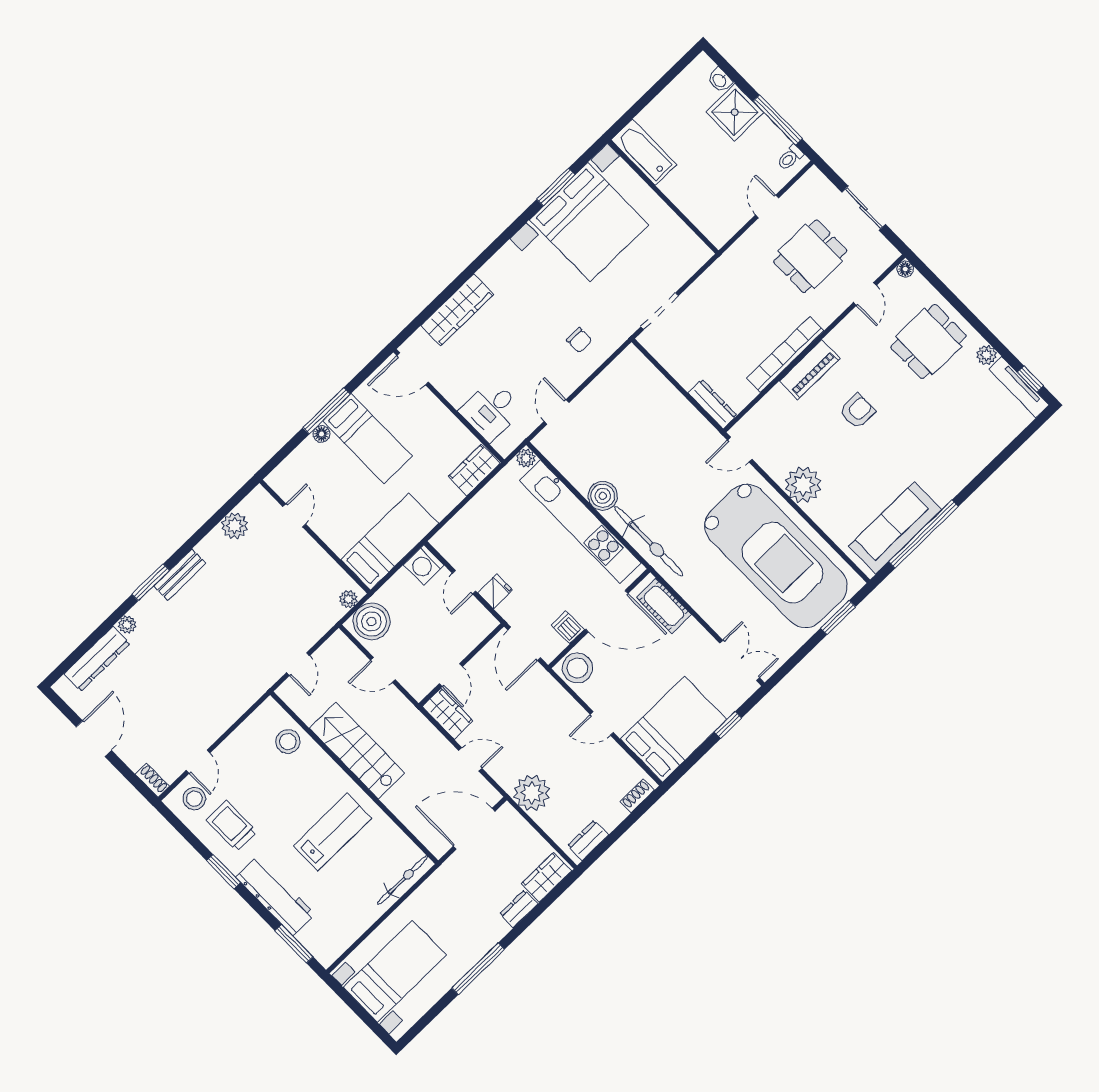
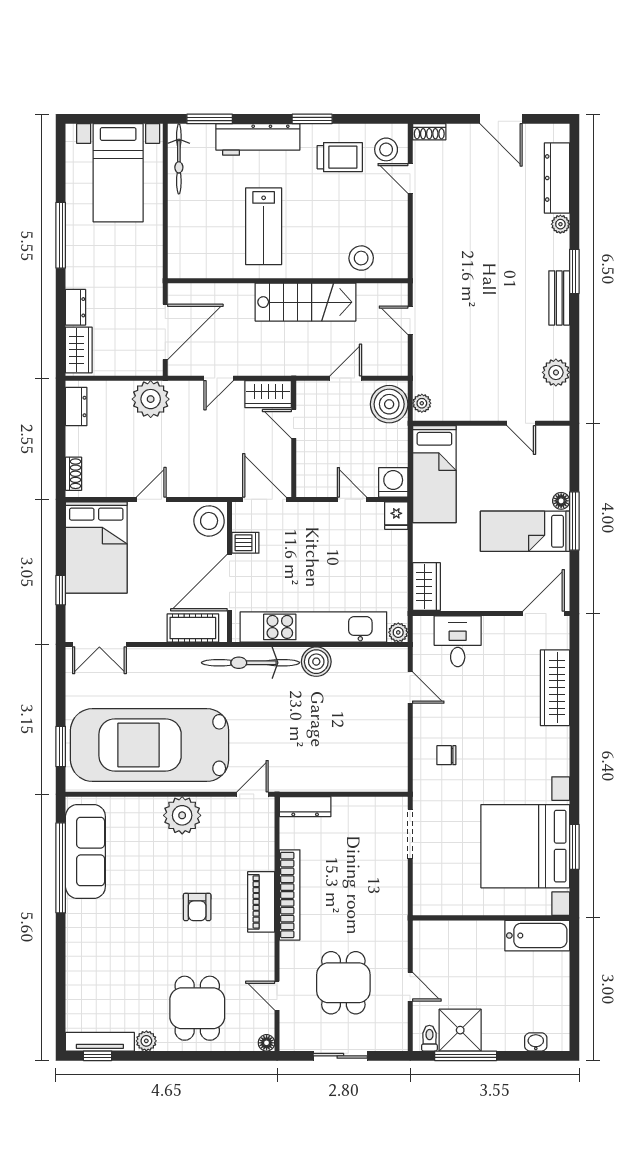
shower: (735, 112) -> (460, 1030), moved
fridge: (495, 591) -> (396, 516), moved
bicycle: (403, 880) -> (179, 159), moved

